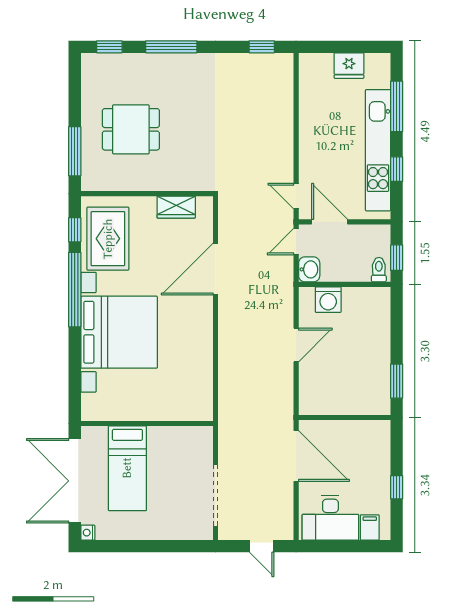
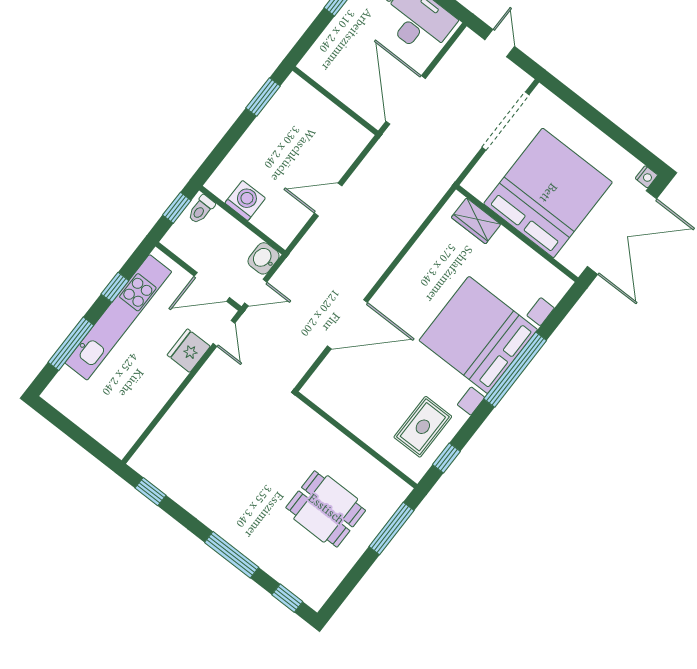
fridge: (349, 66) -> (189, 351), moved, turned -90
wardrobe: (176, 207) -> (476, 221), moved, turned 180
door: (330, 222) -> (212, 287), hinge flipped
rug: (108, 239) -> (423, 427), width x0.73, depth x0.70
window: (75, 290) -> (515, 370), moved
washing machine: (328, 300) -> (245, 201), moved
bed: (127, 468) -> (548, 193), width x2.04

